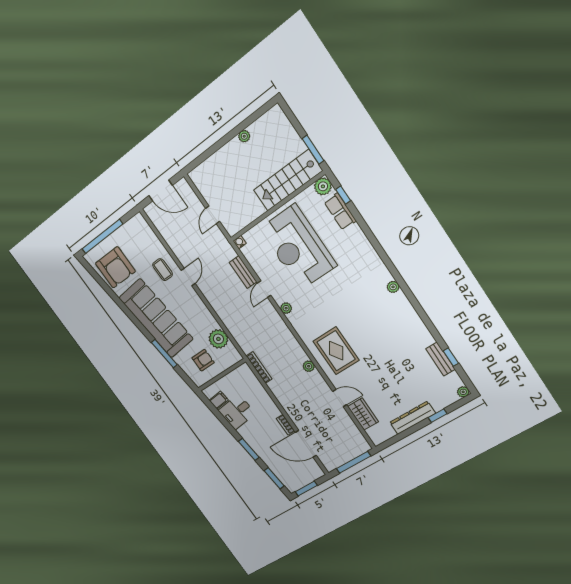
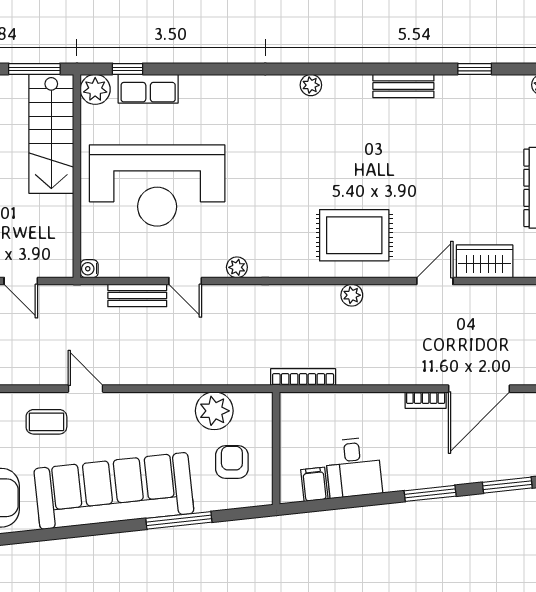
bench: (440, 359) -> (403, 86), moved

